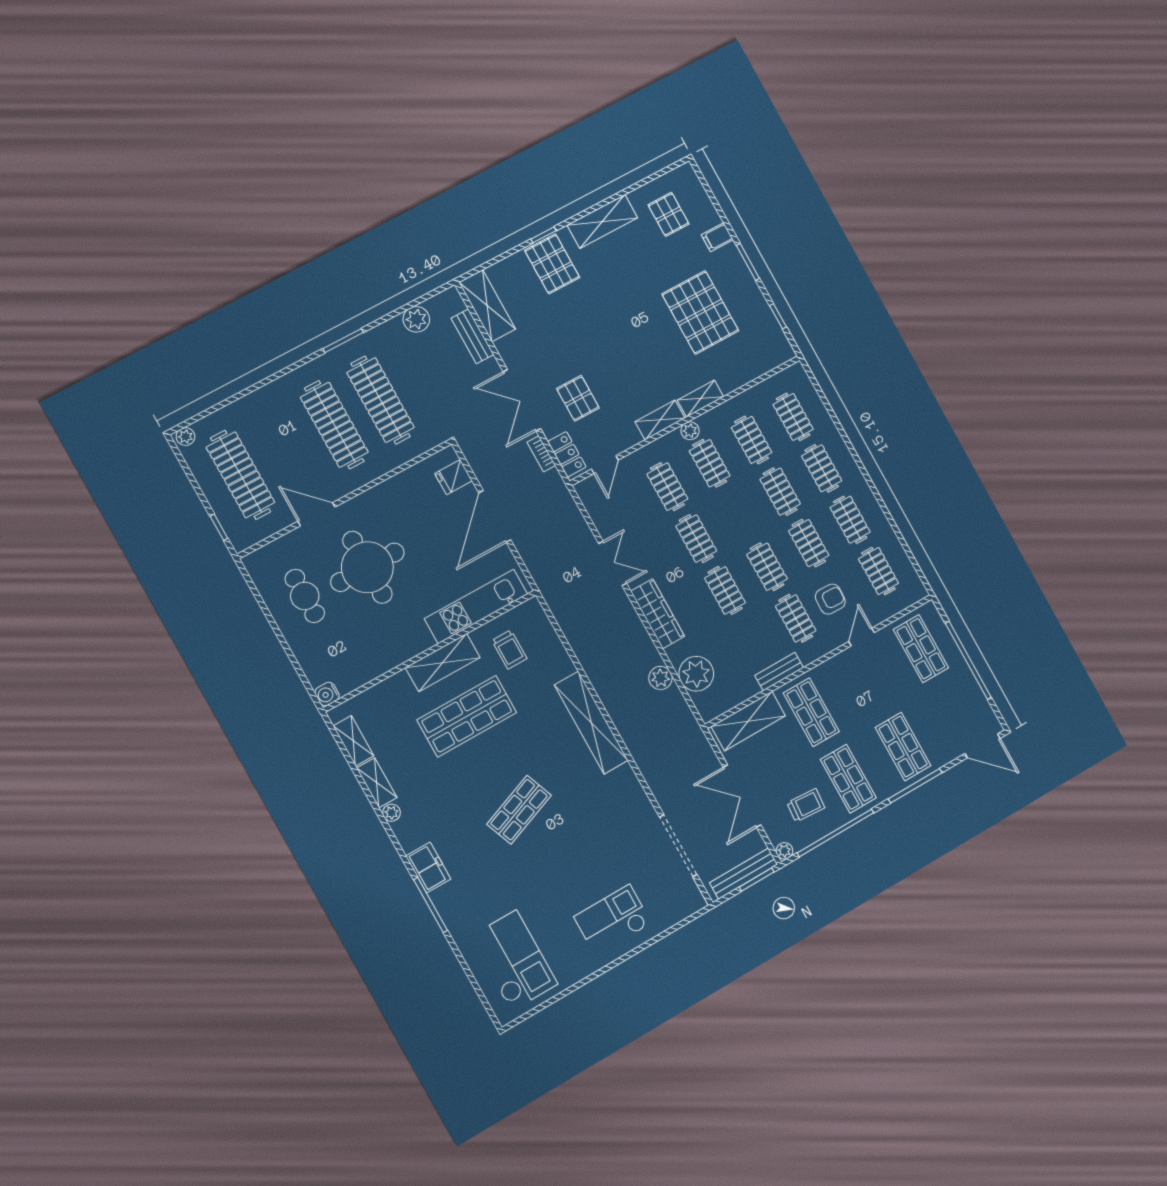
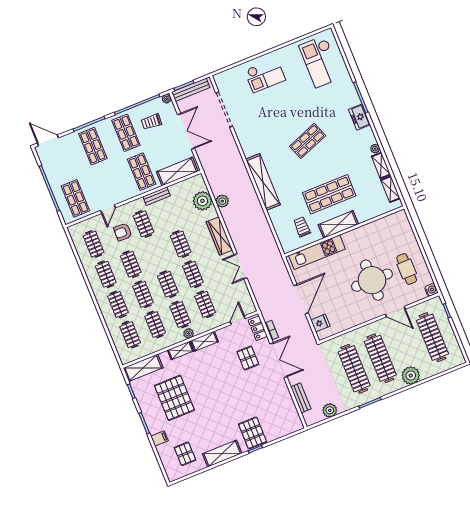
shelving: (487, 306) -> (143, 368), moved, turned 90
plant: (186, 437) -> (411, 376), moved, width x1.88, depth x1.88
clothes rail: (767, 567) -> (168, 284), moved
water cooler: (327, 694) -> (431, 290), moved

